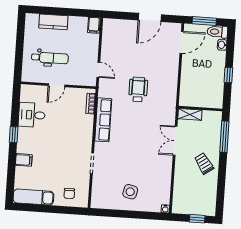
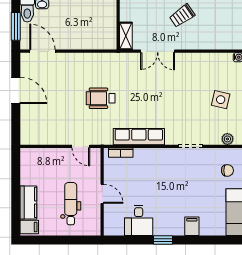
filing cabinet: (94, 25) -> (29, 227), moved
door: (98, 70) -> (81, 146), swing flipped
plant: (96, 195) -> (227, 139), added

